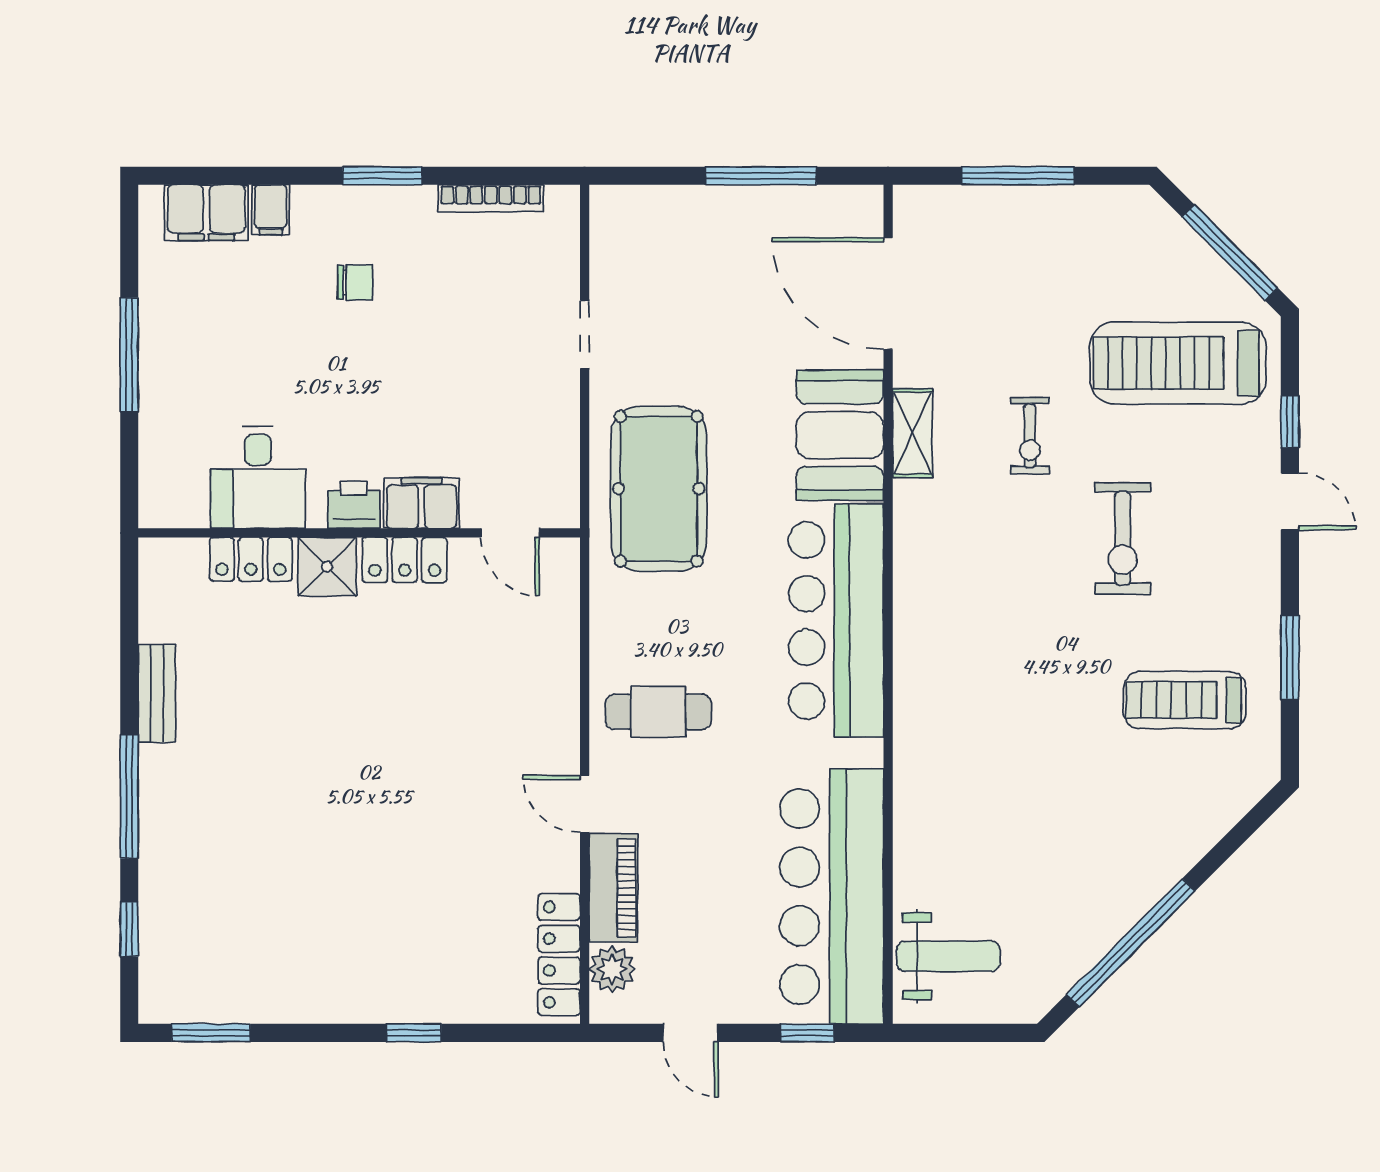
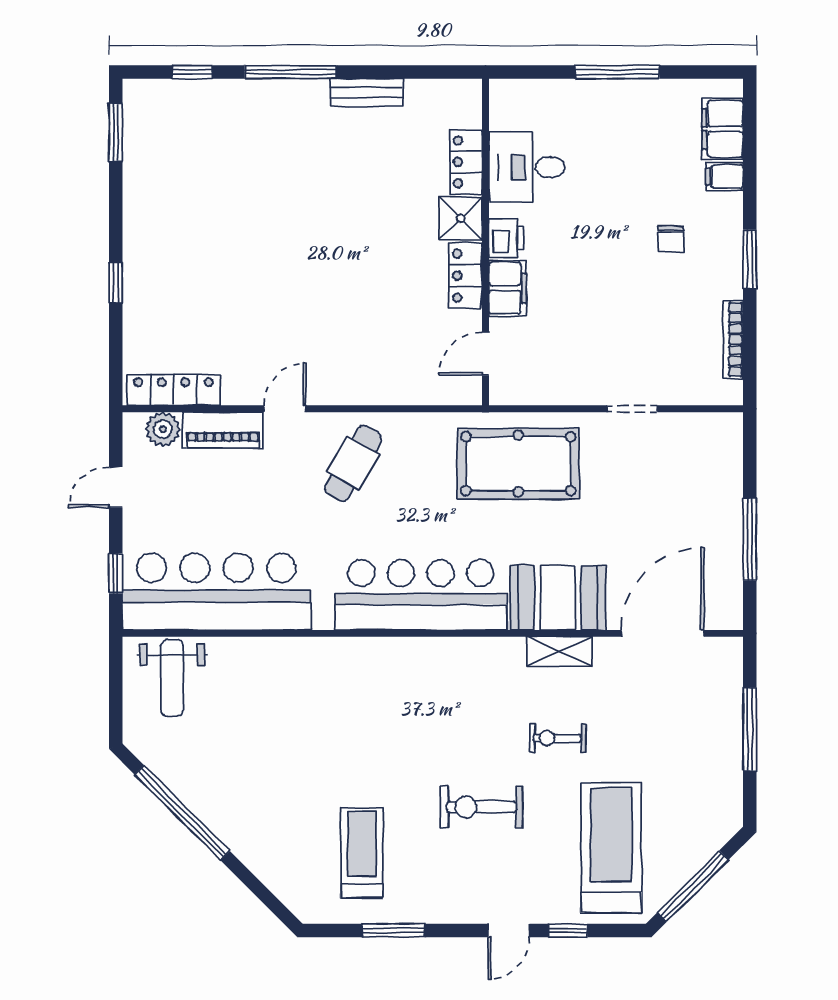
cafe table: (658, 712) -> (353, 463), turned 30

